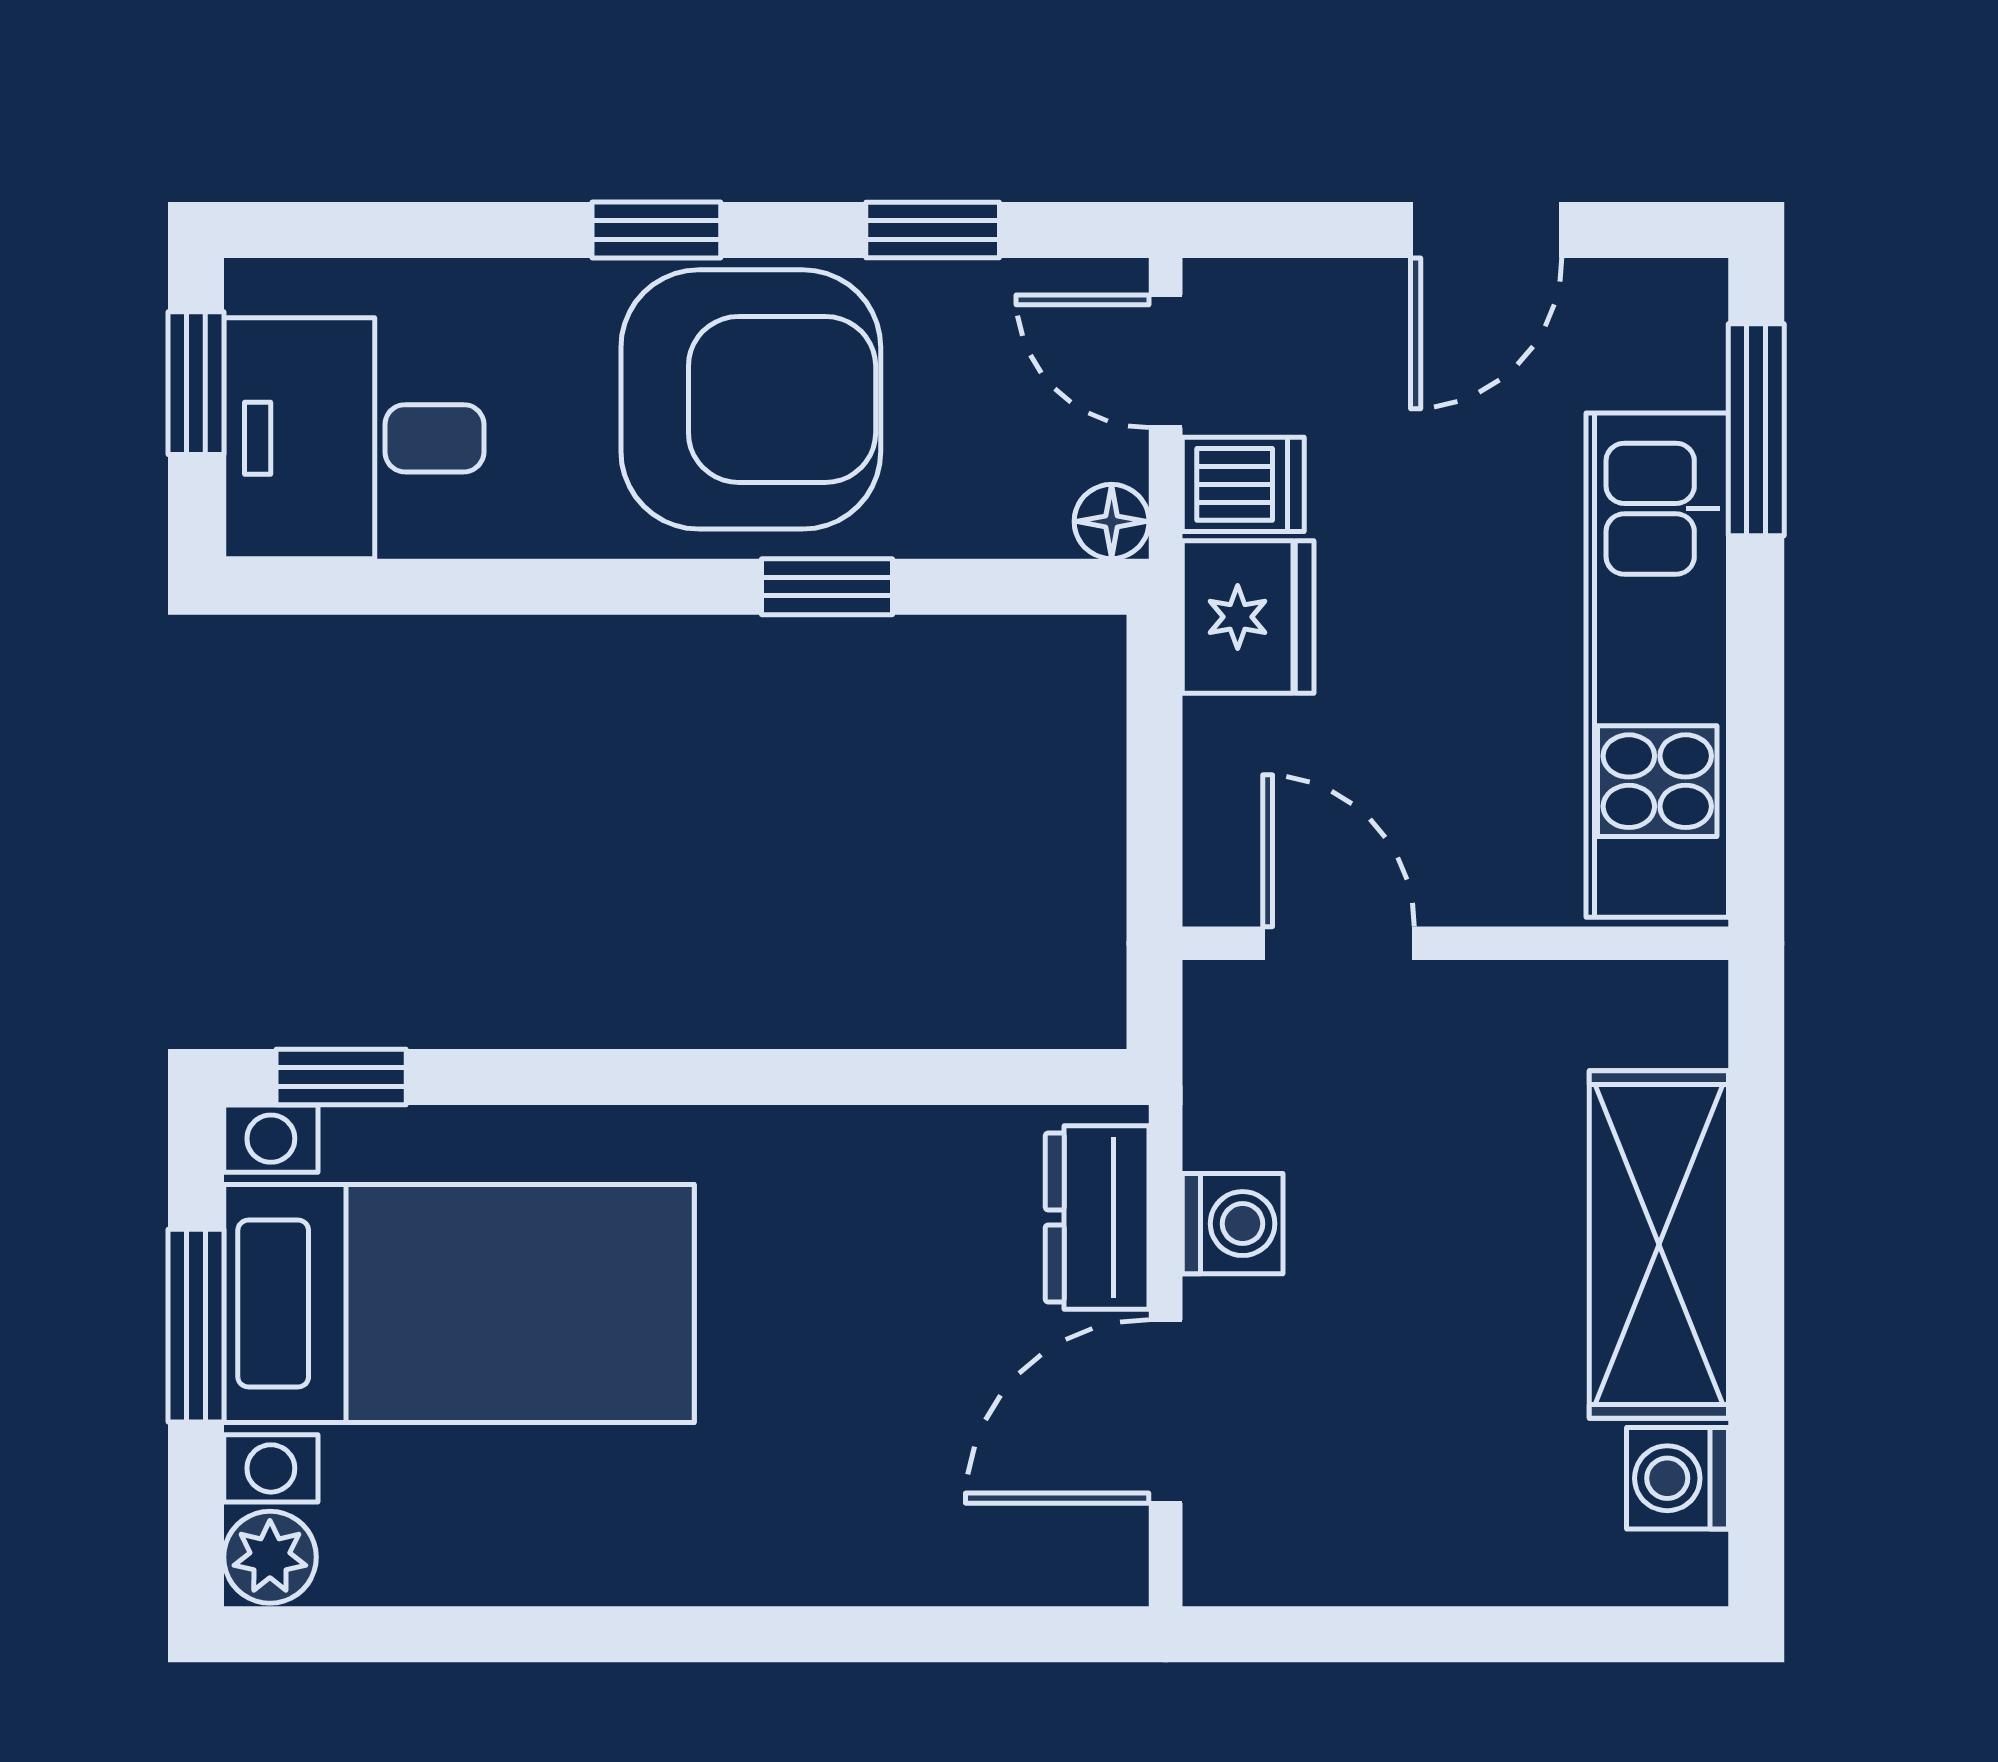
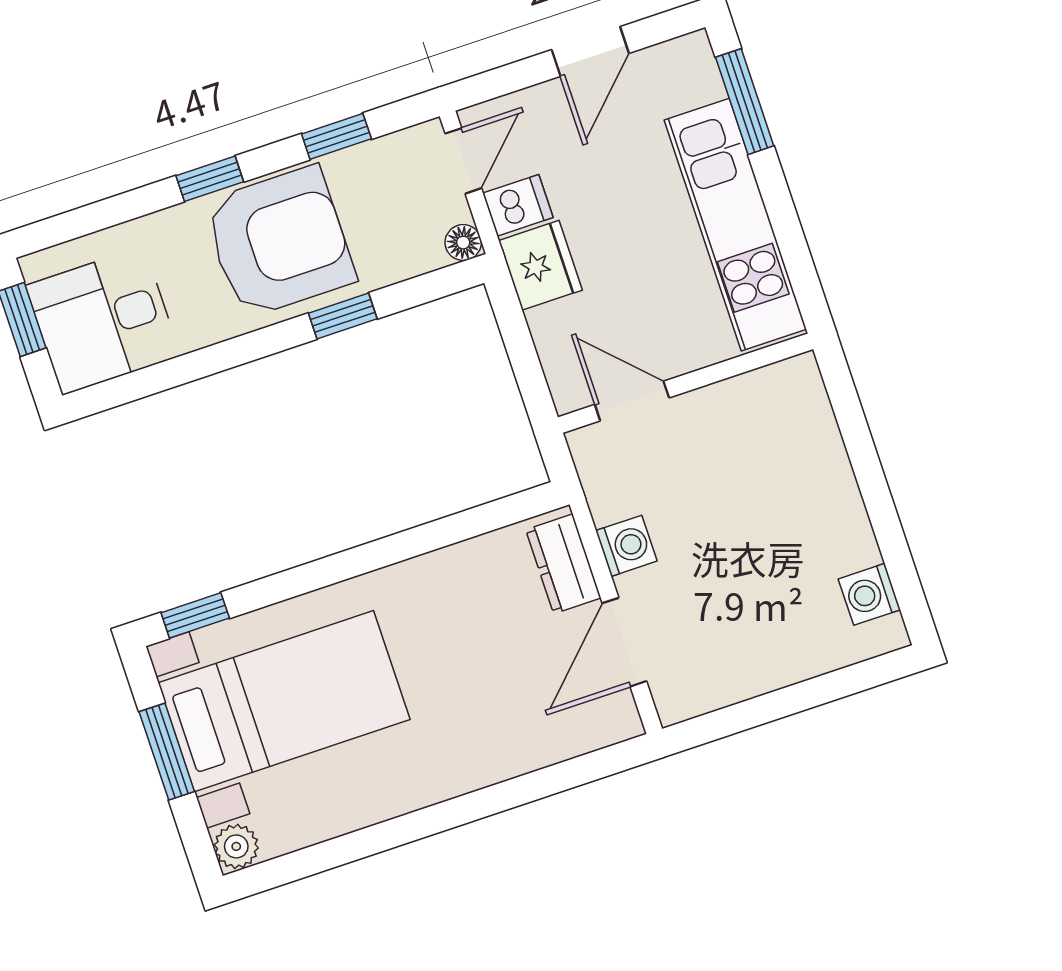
door: (1166, 361) -> (463, 161), swing flipped
shelving: (1659, 1245) -> (825, 490), removed

